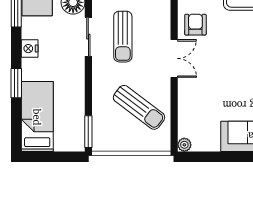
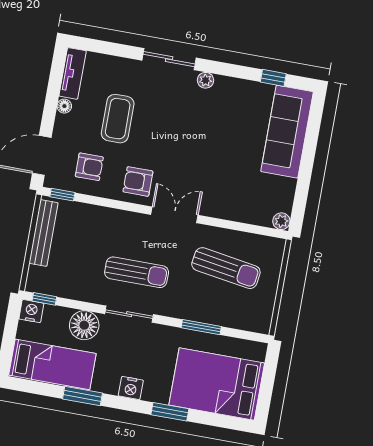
sun lounger: (139, 107) -> (226, 268), turned 62
bed: (37, 117) -> (217, 384), width x1.50
window: (88, 132) -> (201, 327), moved

